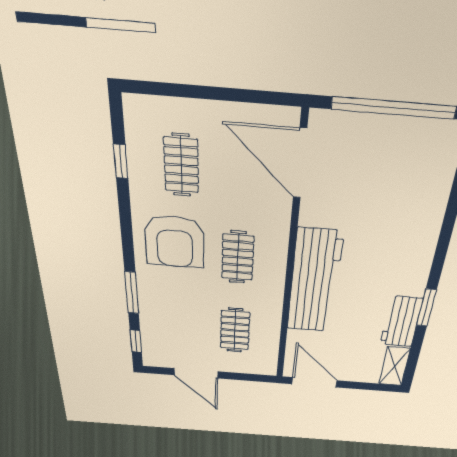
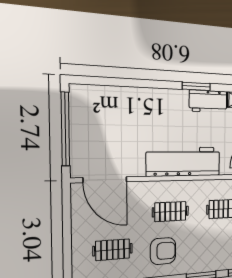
door: (300, 164) -> (105, 180), hinge flipped
armchair: (175, 242) -> (163, 251), width x0.73, depth x0.73

